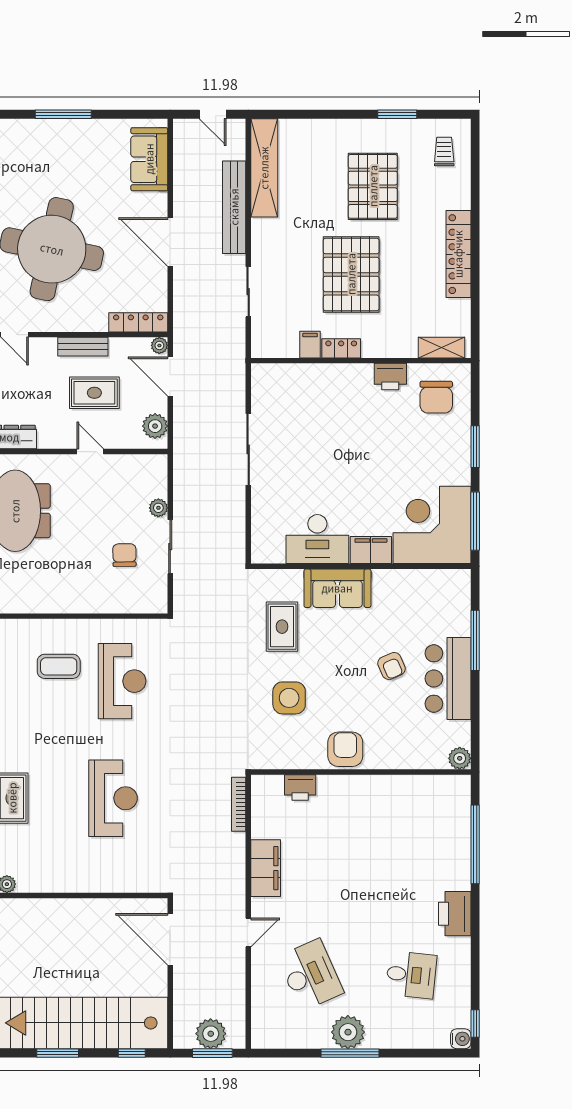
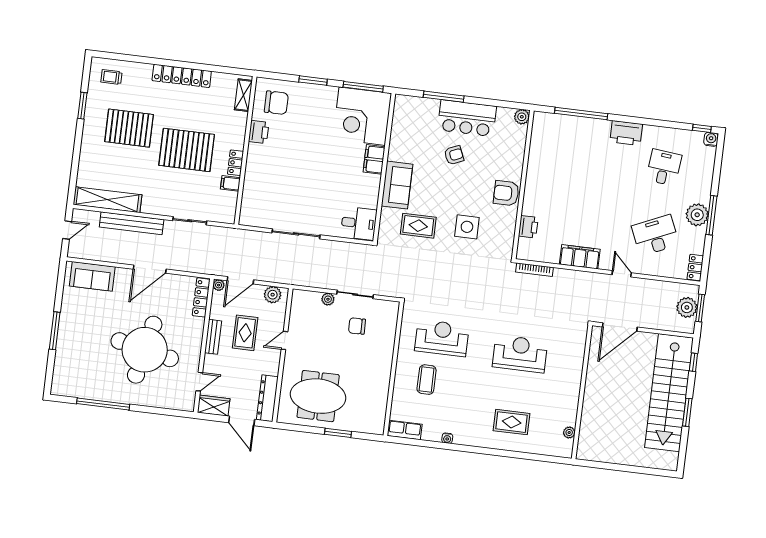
desk: (317, 539) -> (359, 223), moved, width x0.73
locker: (271, 1039) -> (695, 268), added

